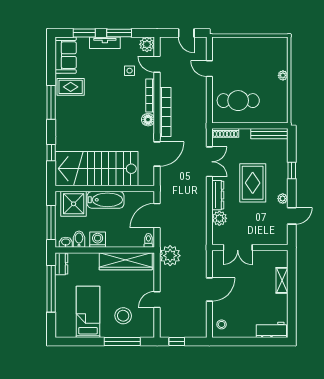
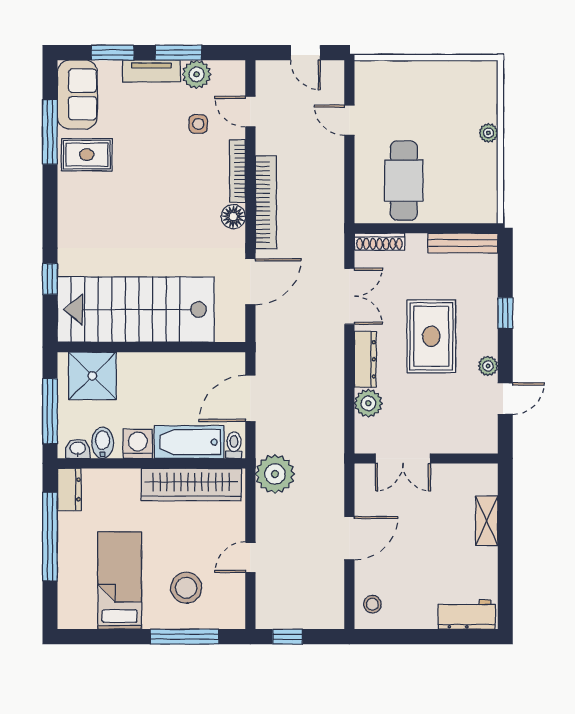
plant: (147, 44) -> (197, 74), moved
cafe table: (238, 101) -> (404, 181), turned 90
window: (51, 102) -> (50, 132), moved
bathtub: (106, 200) -> (189, 442), moved, turned 180

